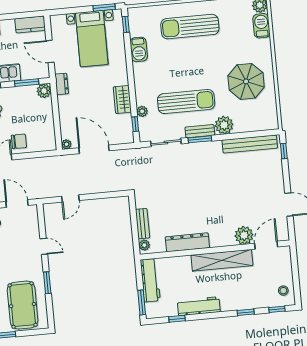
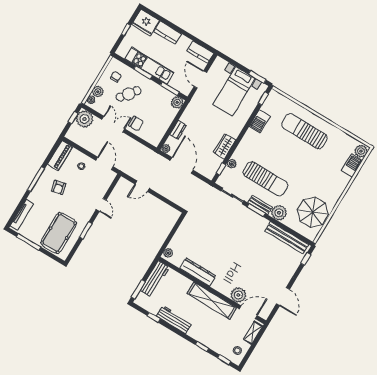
parasol: (246, 81) -> (313, 212), moved
dresser: (62, 84) -> (178, 130), moved
bench: (143, 224) -> (177, 238), removed
shelving: (286, 262) -> (253, 333), added

